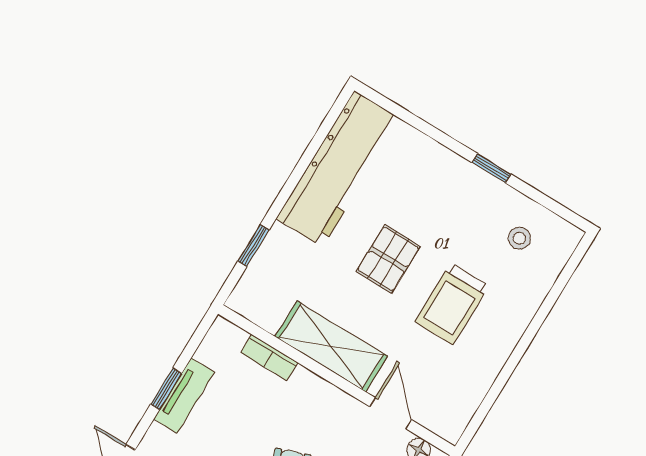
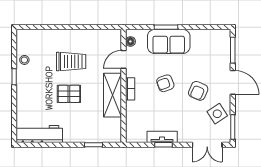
workbench: (338, 169) -> (39, 134), width x0.73, depth x0.76
stool: (519, 238) -> (24, 60), moved
bookcase: (269, 358) -> (130, 89), moved

